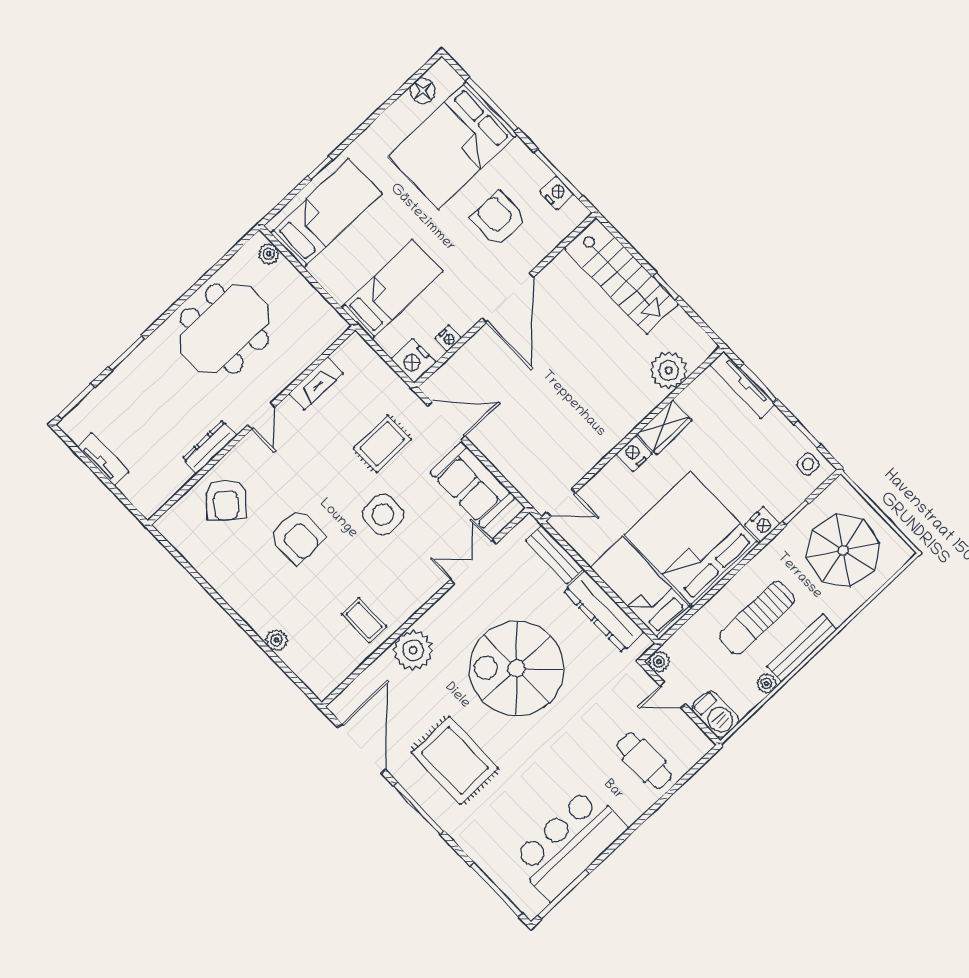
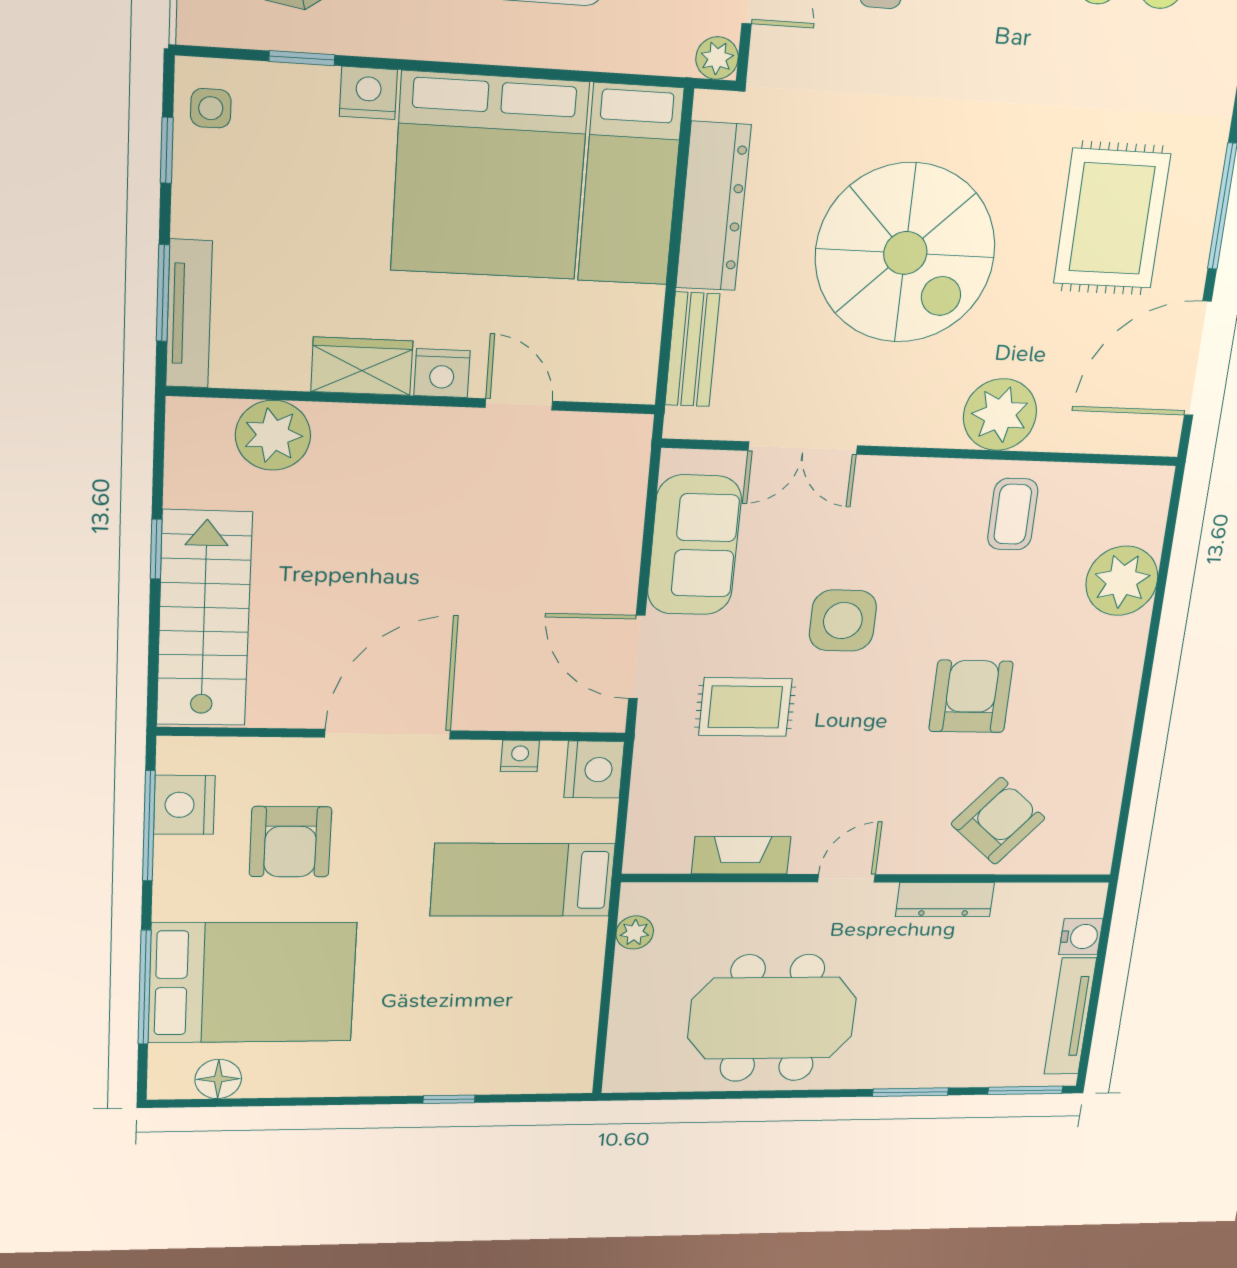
nightstand: (557, 193) -> (184, 805), width x1.36, depth x1.33
bed: (326, 213) -> (501, 1042), removed
plant: (269, 254) -> (635, 932), moved
tv unit: (103, 459) -> (1070, 1016), width x1.41
water cooler: (132, 488) -> (1081, 937), added
door: (561, 502) -> (519, 404), moved
plant: (277, 640) -> (1122, 581), width x1.87, depth x1.87

